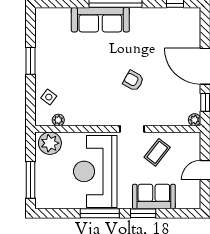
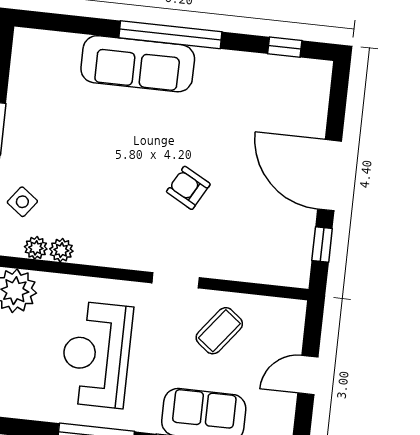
plant: (195, 120) -> (61, 250), moved
reception desk: (95, 171) -> (96, 355), width x0.74, depth x0.77

